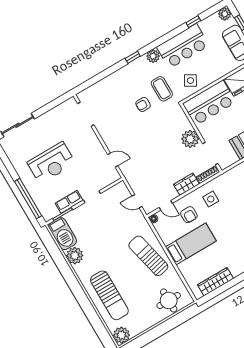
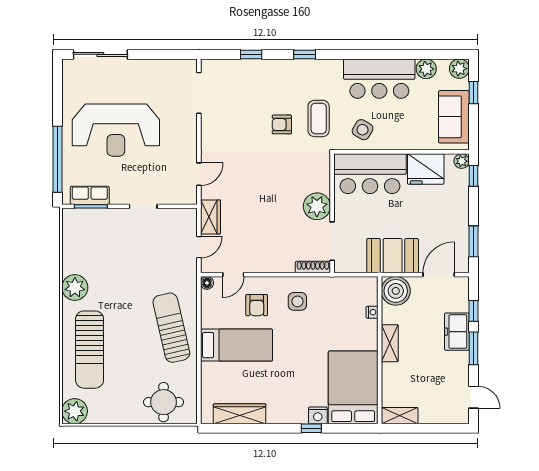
window: (193, 22) -> (251, 54), moved
plant: (153, 56) -> (426, 69), moved
door: (113, 160) -> (199, 174), hinge flipped
reception desk: (51, 163) -> (116, 130), width x1.36, depth x1.30
wardrobe: (186, 184) -> (210, 217), moved, turned 90
door: (137, 201) -> (199, 247), swing flipped
row of seats: (69, 202) -> (90, 195), moved
door: (166, 205) -> (233, 275), hinge flipped
barbecue: (63, 234) -> (76, 232), removed
plant: (75, 256) -> (75, 288), moved

